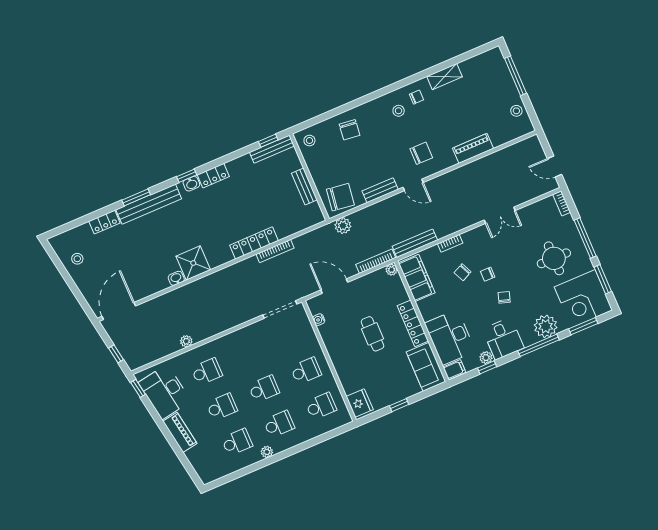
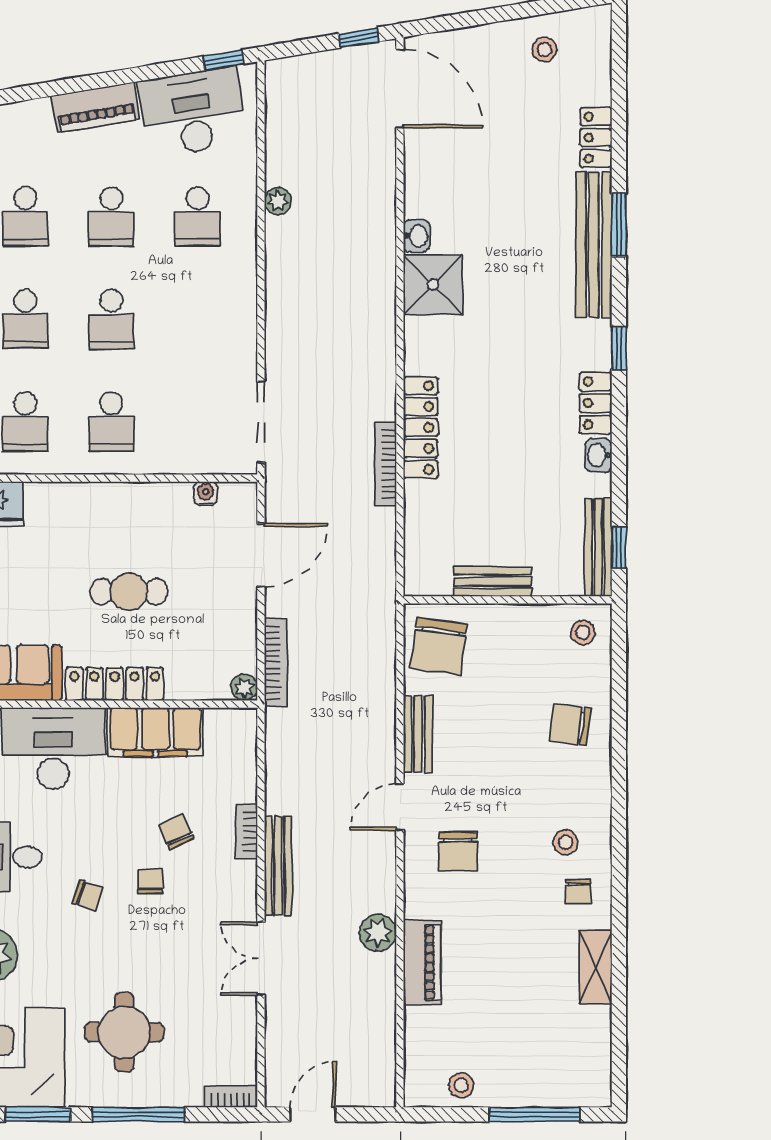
washbasin: (191, 184) -> (598, 455), moved
plant: (343, 226) -> (378, 933), moved
bench: (415, 243) -> (278, 866), moved
filing cabinet: (417, 278) -> (155, 732), moved
window: (116, 354) -> (359, 38), moved

